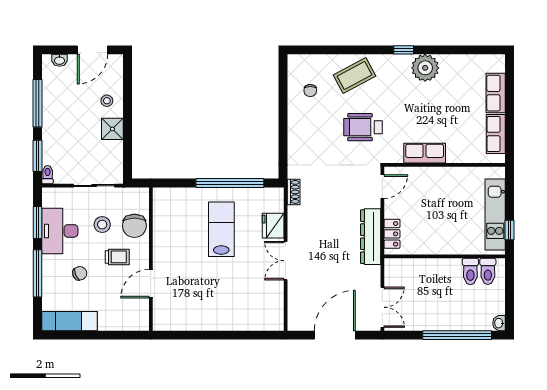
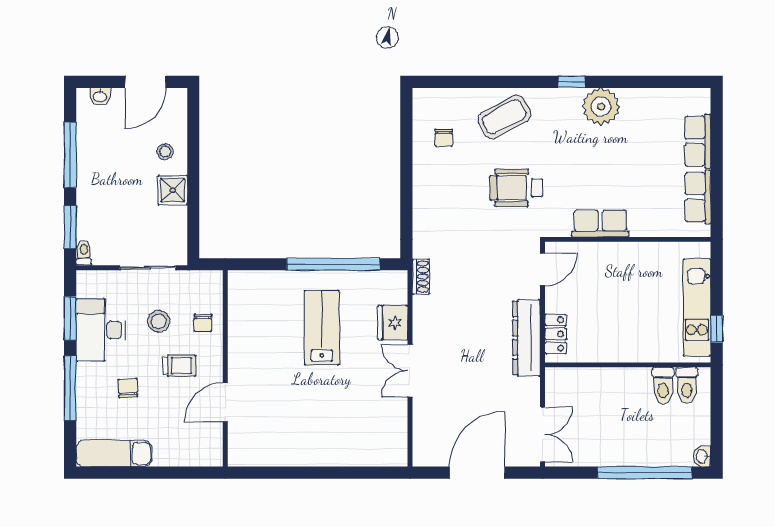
chair: (134, 226) -> (203, 323), width x0.54, depth x0.54
chair: (80, 273) -> (128, 388), turned -70

